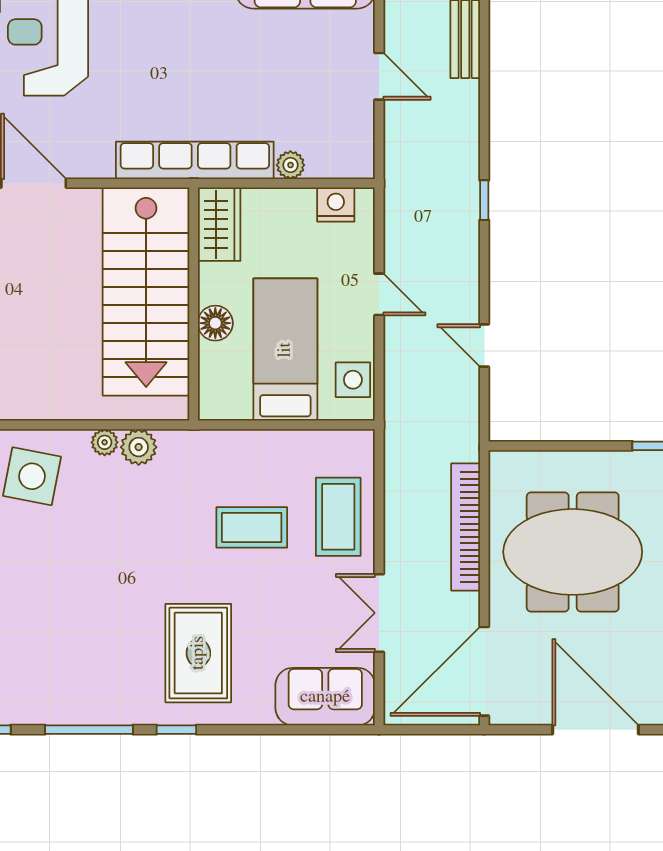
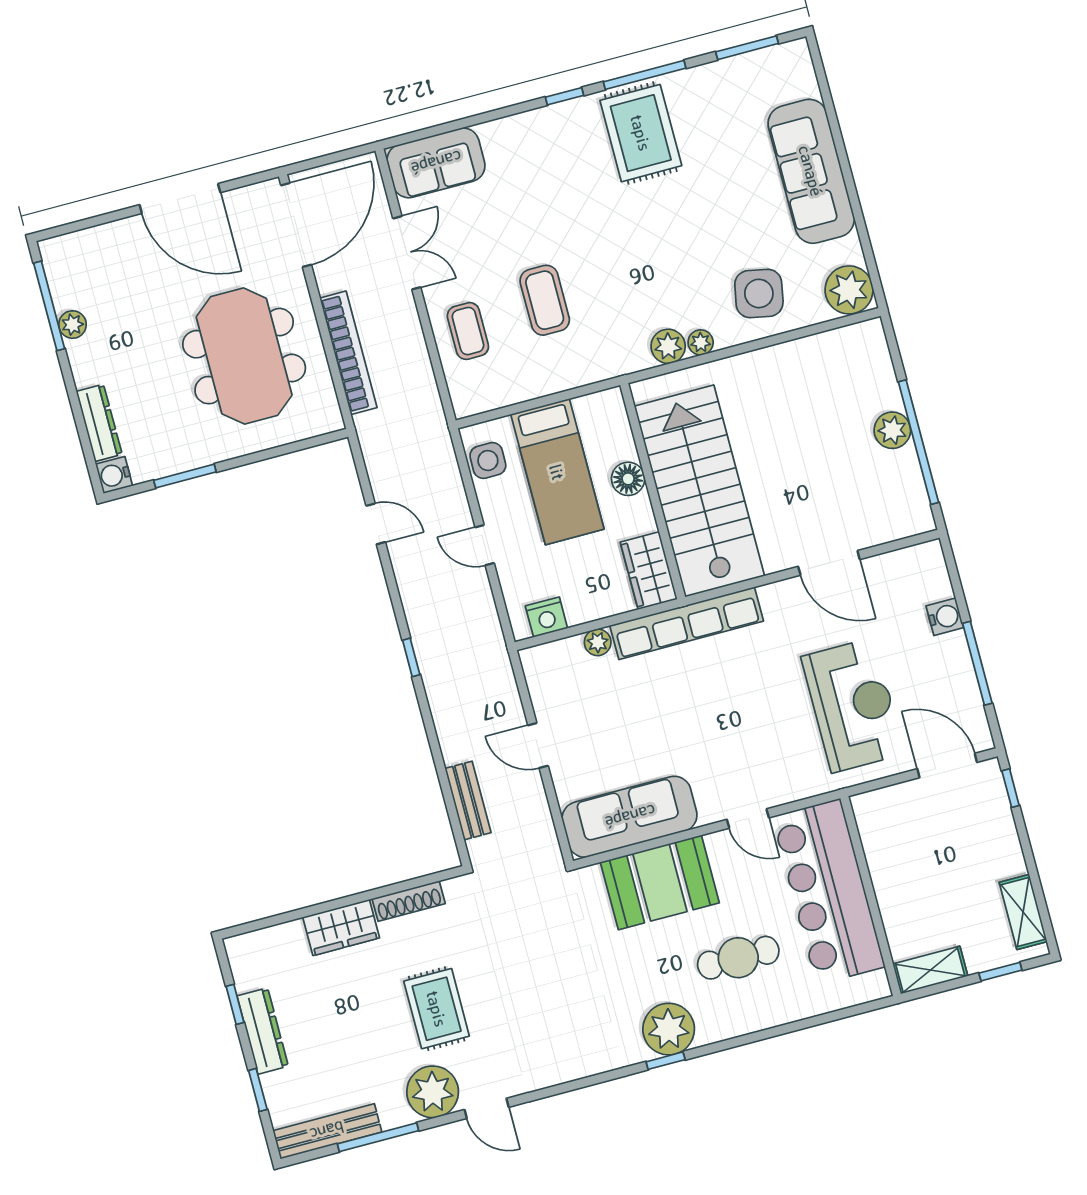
coffee table: (338, 517) -> (468, 331), width x0.73, depth x0.77
coffee table: (252, 527) -> (545, 300), turned 90
meeting table: (573, 552) -> (244, 356), turned 90
rug: (198, 653) -> (641, 133), moved

